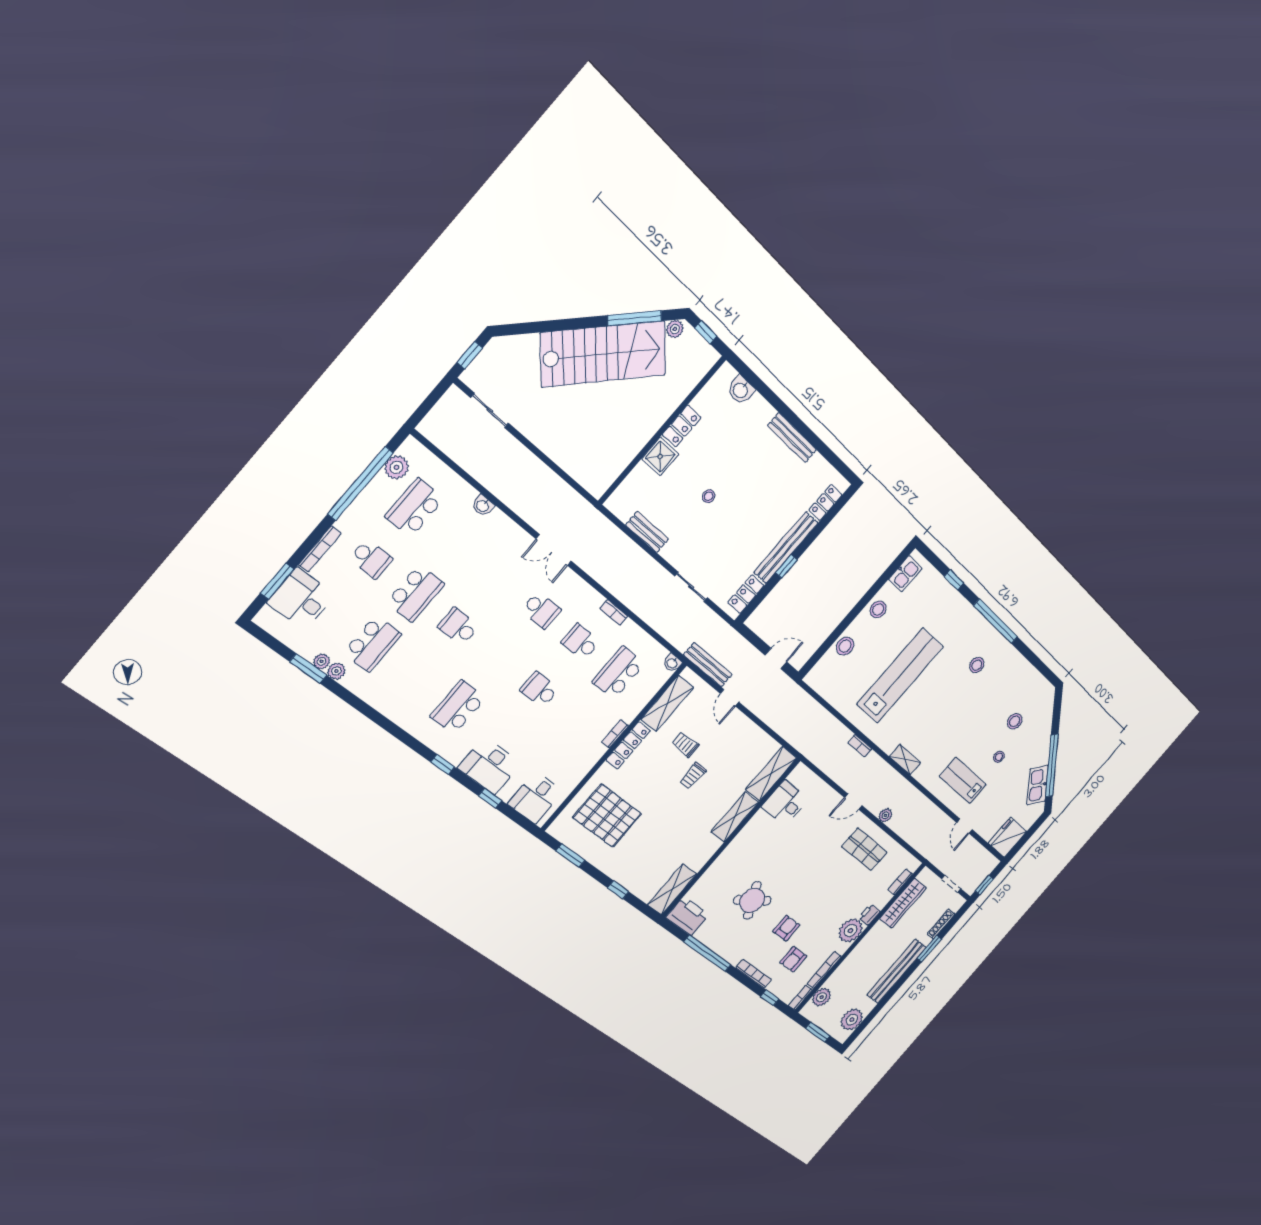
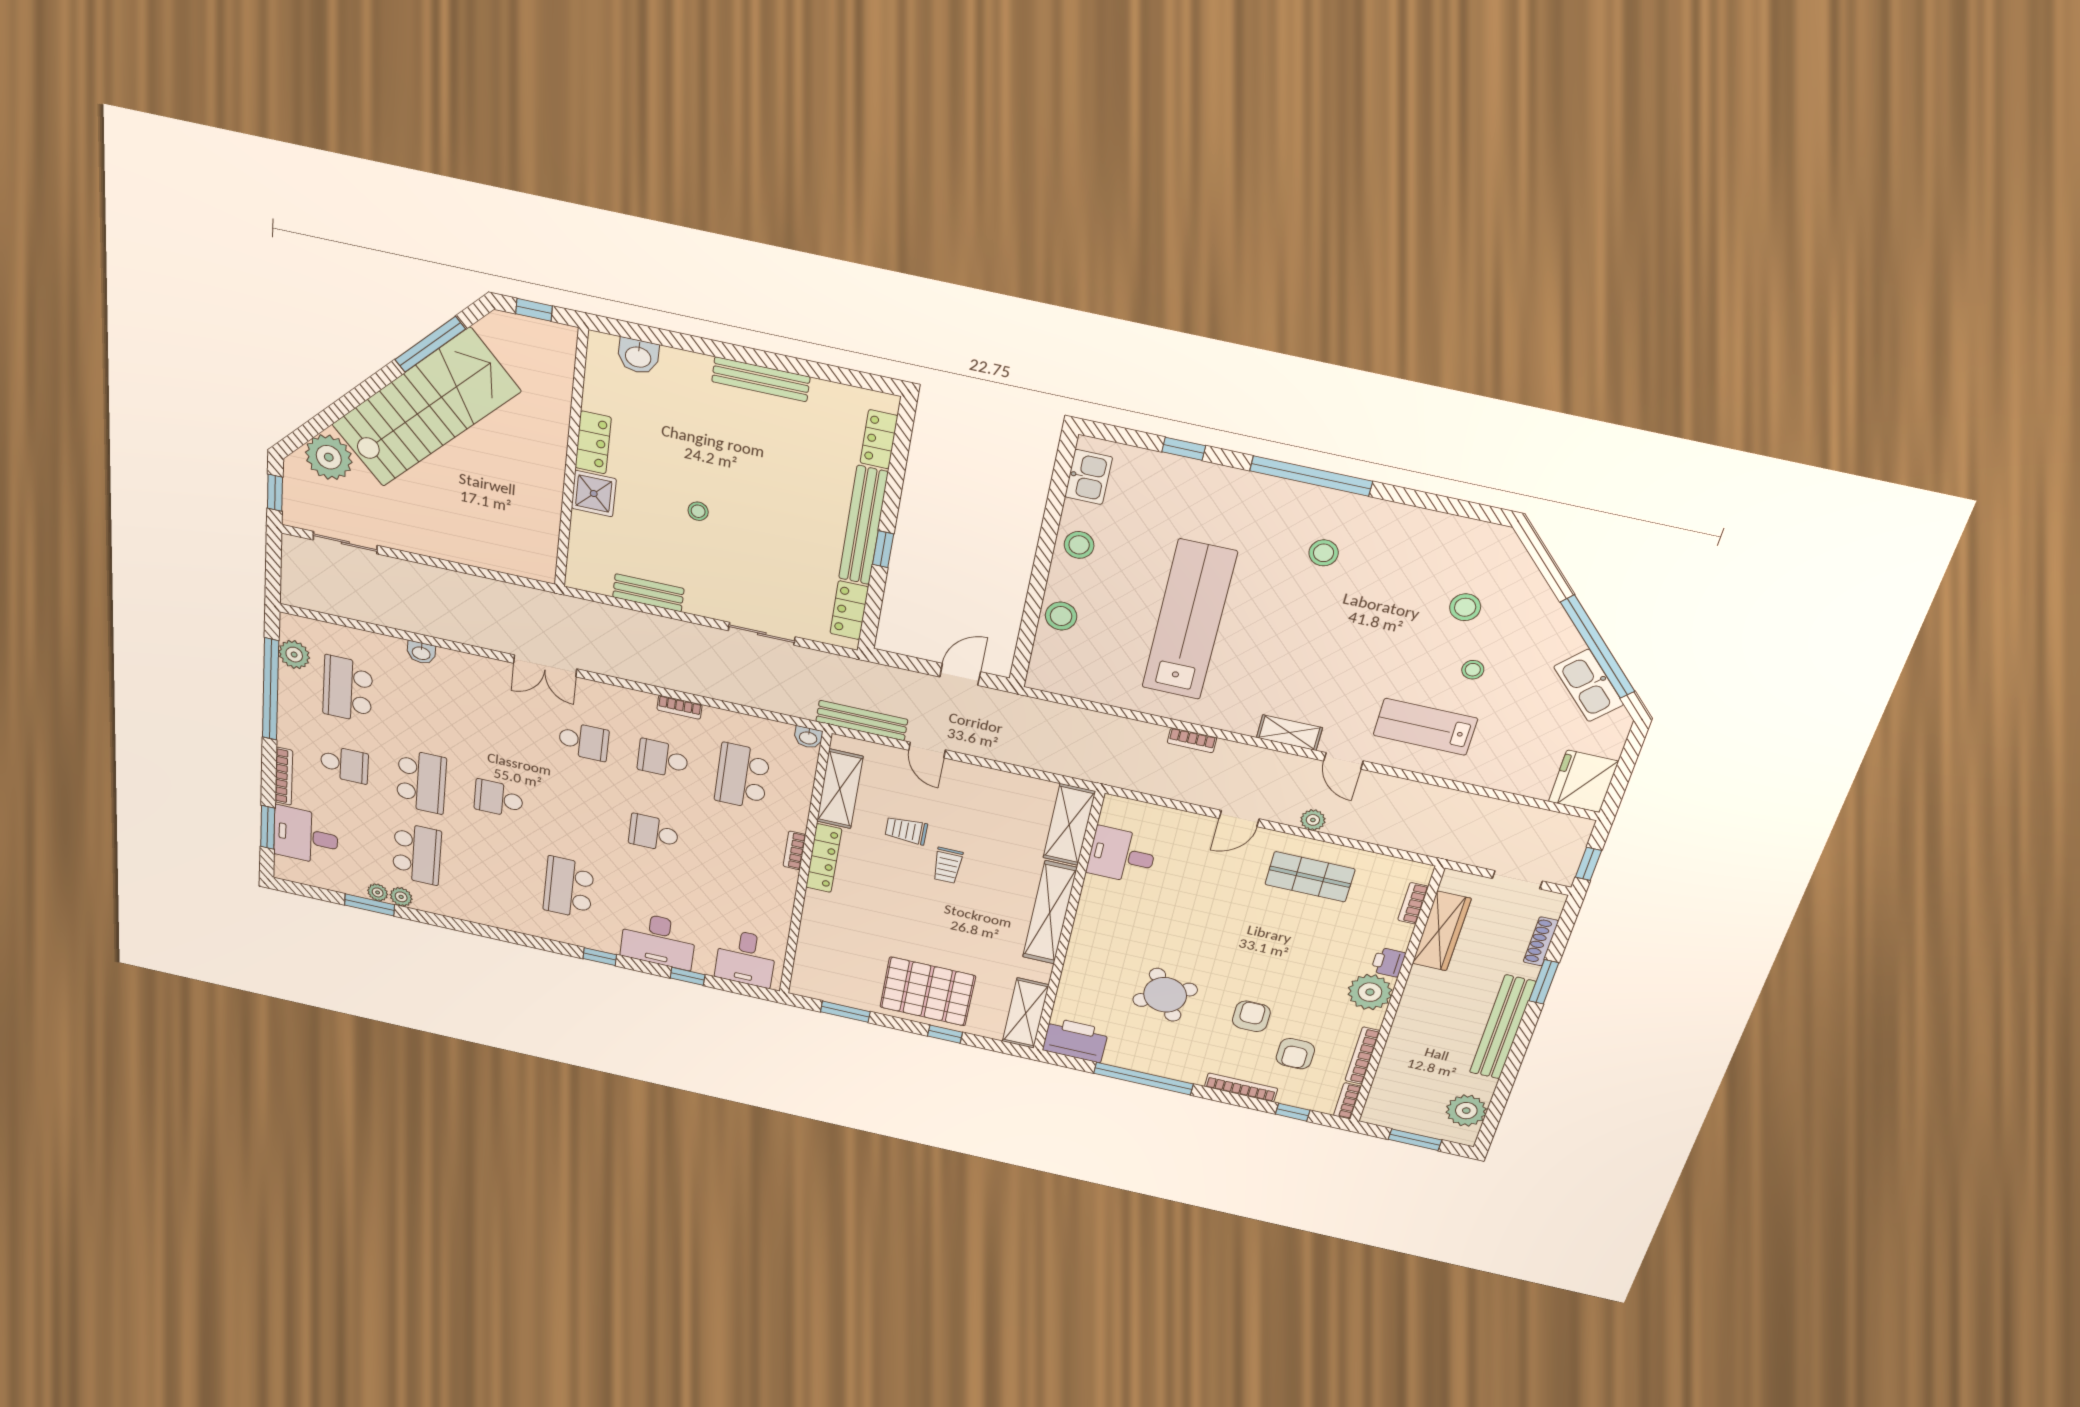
plant: (675, 329) -> (329, 457), moved, width x1.87, depth x1.87
pallet: (607, 816) -> (928, 991), moved
shelving: (735, 817) -> (1050, 913), width x1.47
door: (964, 826) -> (1343, 761), moved
plant: (822, 997) -> (1386, 1092), removed

